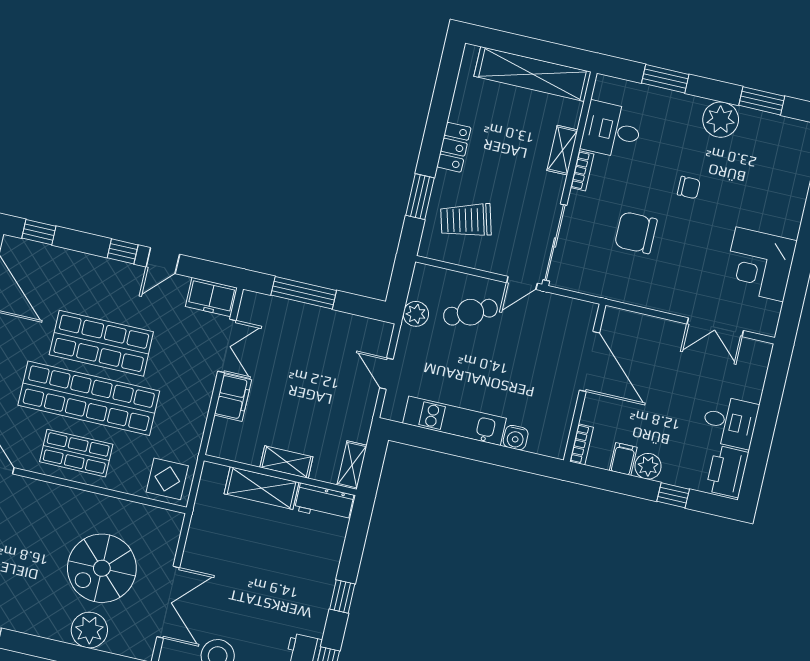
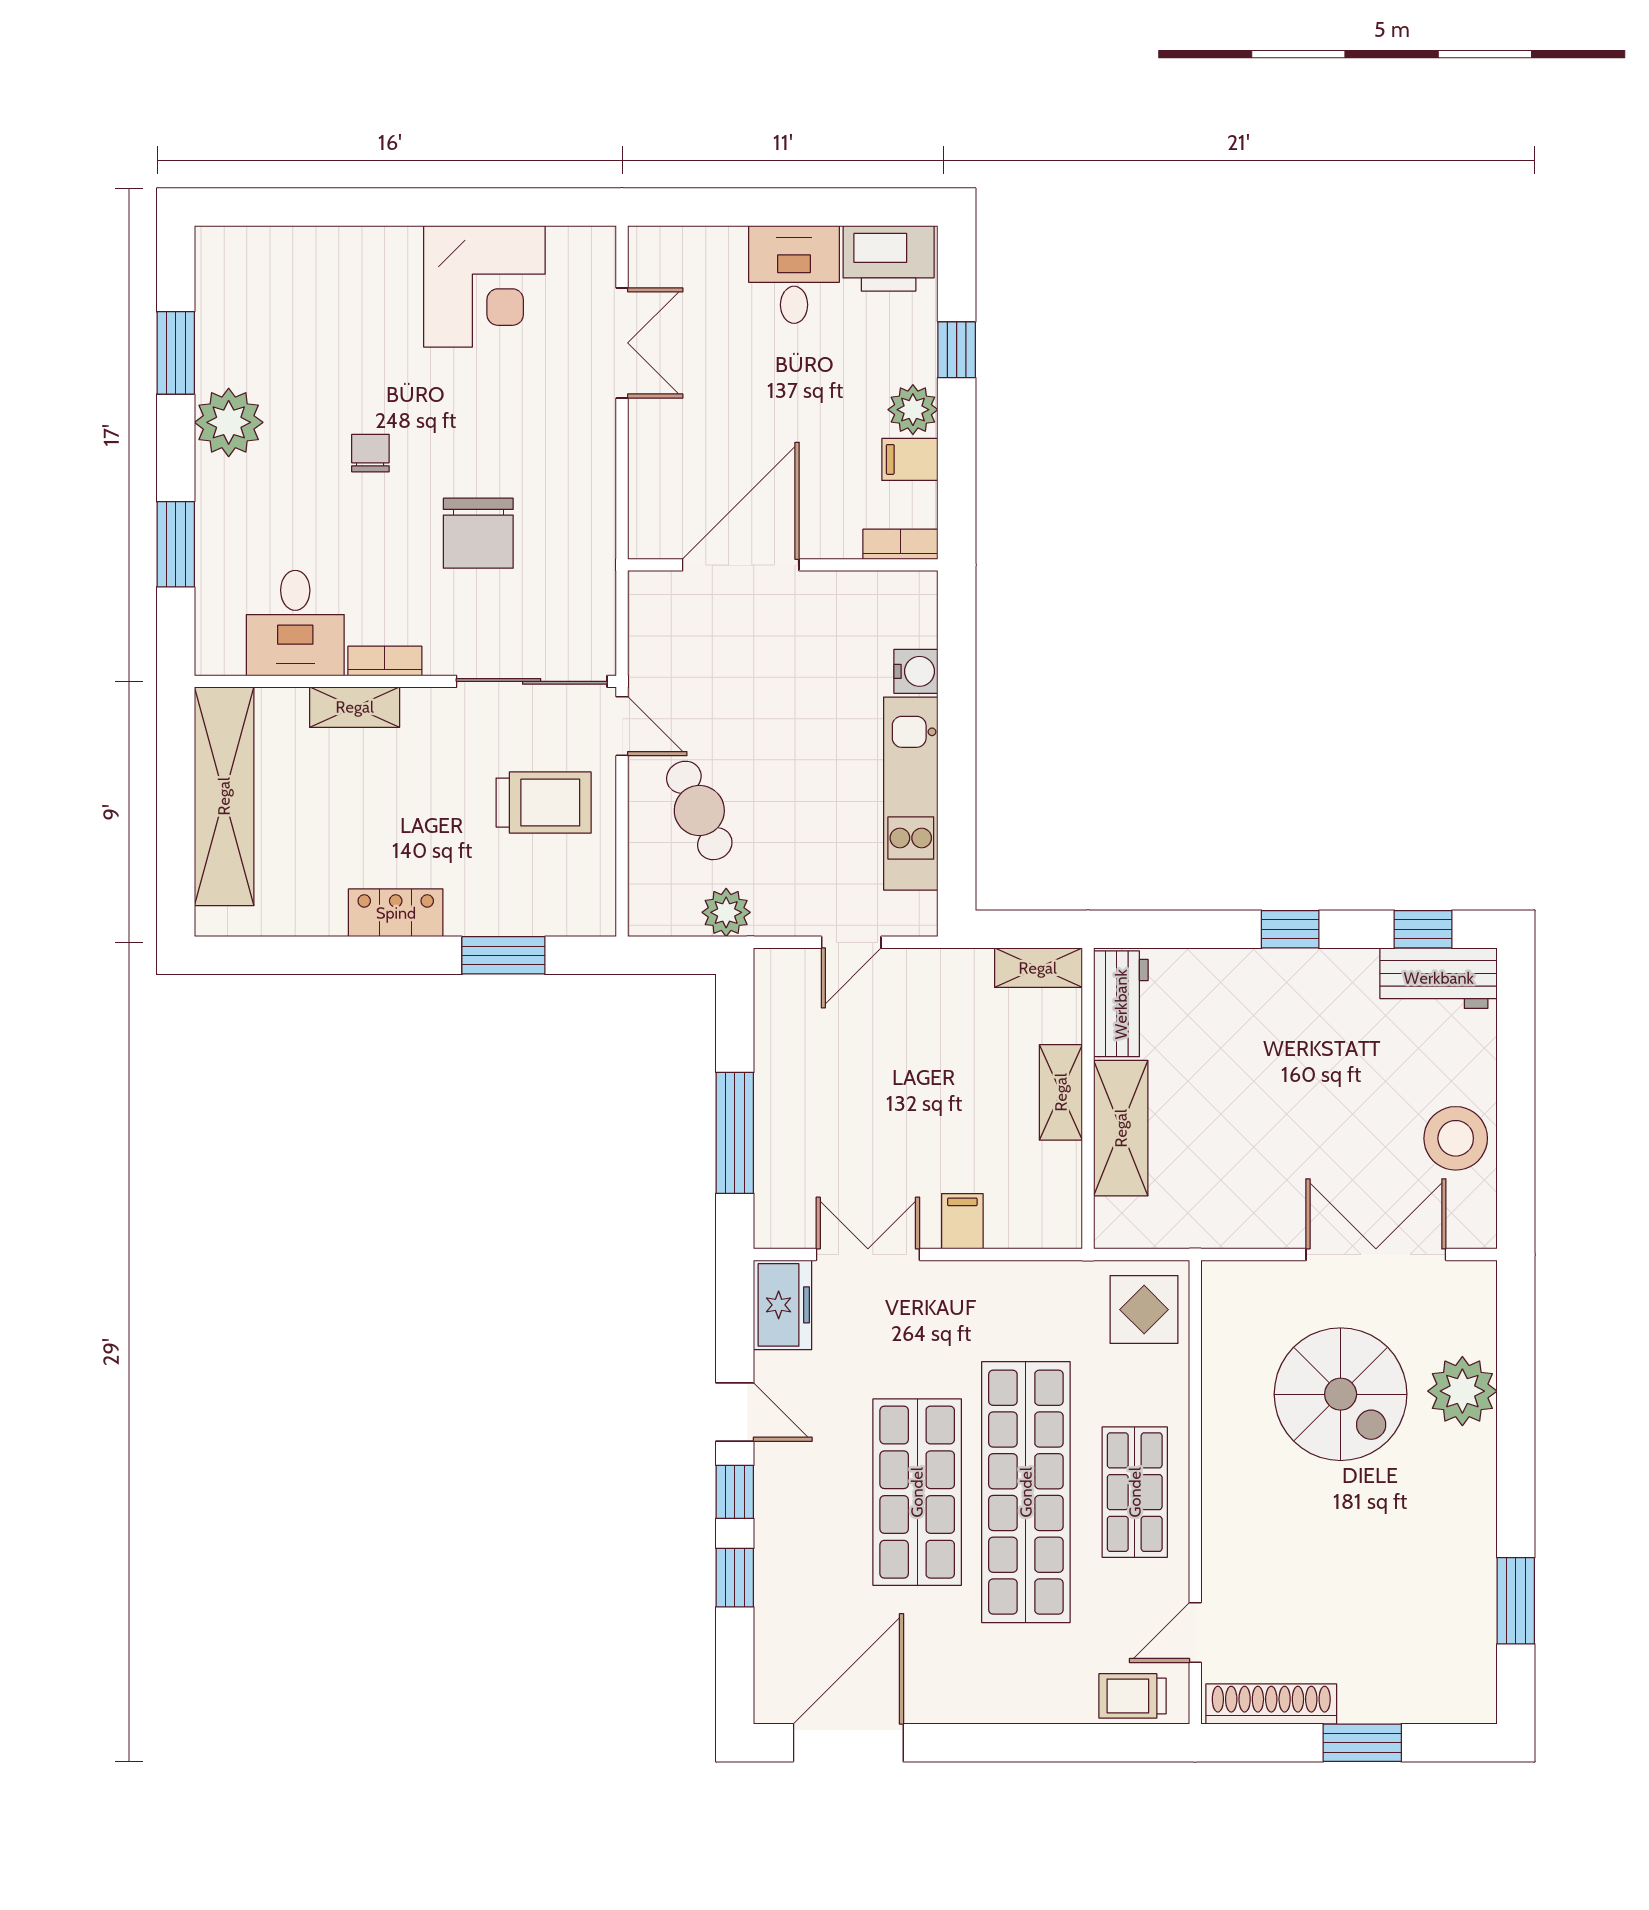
trolley: (466, 220) -> (544, 803), moved, turned -75
window: (39, 232) -> (735, 1578), moved
filing cabinet: (233, 397) -> (962, 1221), width x0.50

